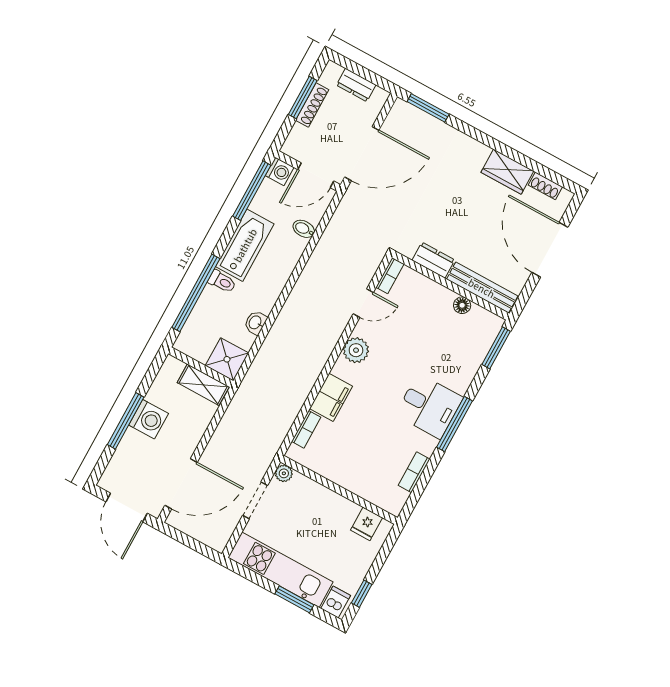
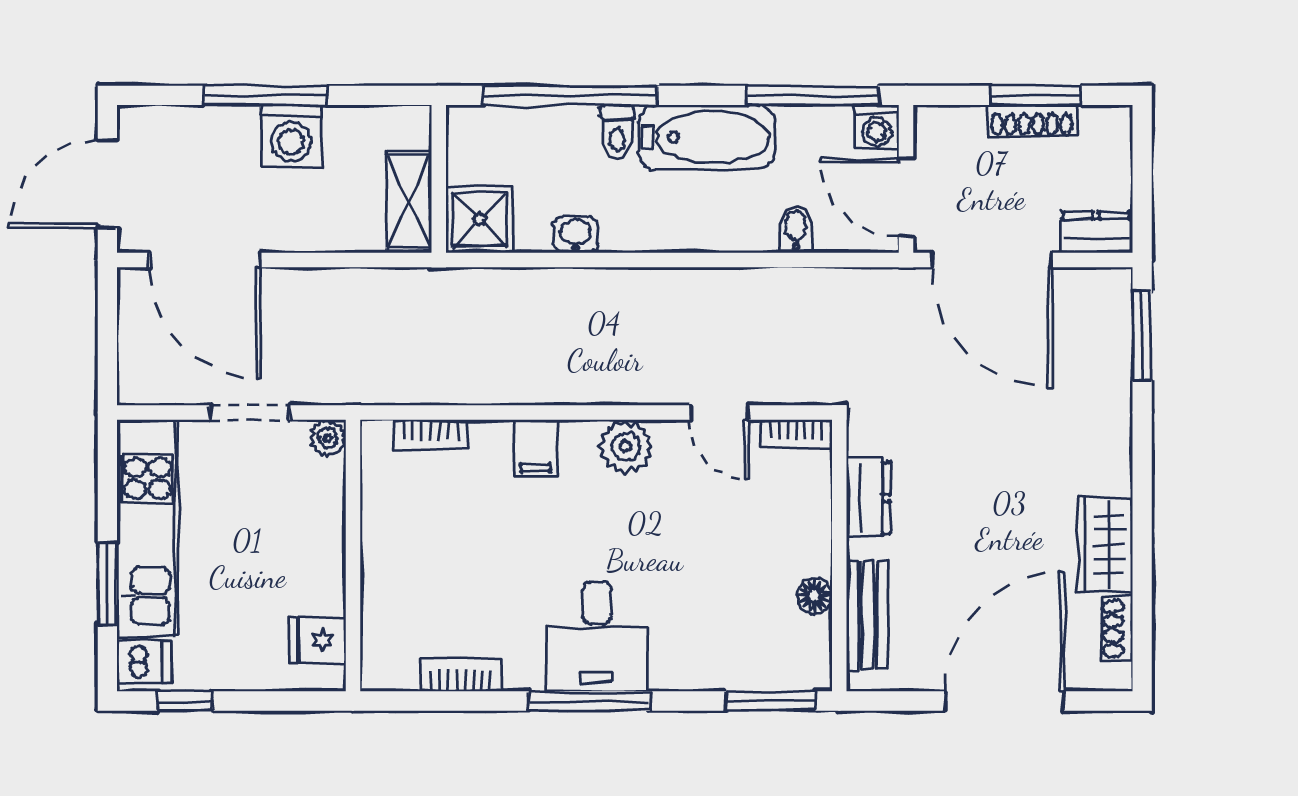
dresser: (356, 85) -> (1096, 232), moved, turned 90
bench: (482, 288) -> (867, 615), width x0.73
filing cabinet: (331, 397) -> (535, 448), width x0.50

